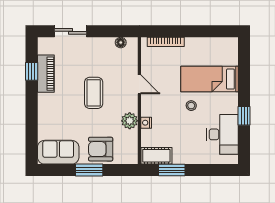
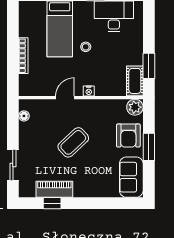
bookcase: (166, 42) -> (23, 56), moved
coffee table: (94, 93) -> (73, 142), turned -43
plant: (130, 121) -> (135, 107), moved
nightstand: (146, 123) -> (89, 91), moved

